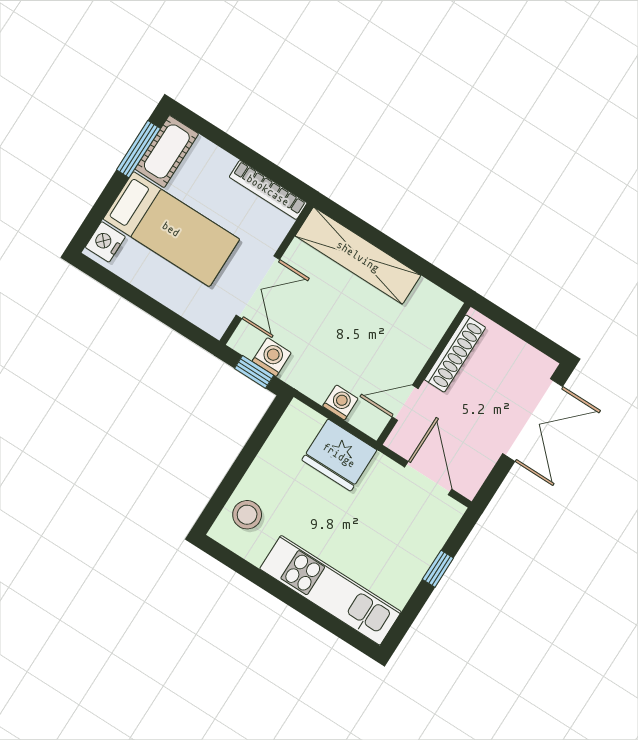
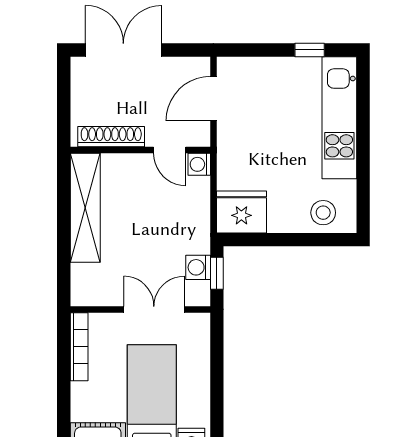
shelving: (358, 256) -> (85, 208), moved
washing machine: (340, 402) -> (199, 164), moved
fridge: (339, 455) -> (241, 212), moved, turned -90
window: (438, 569) -> (310, 50), moved

